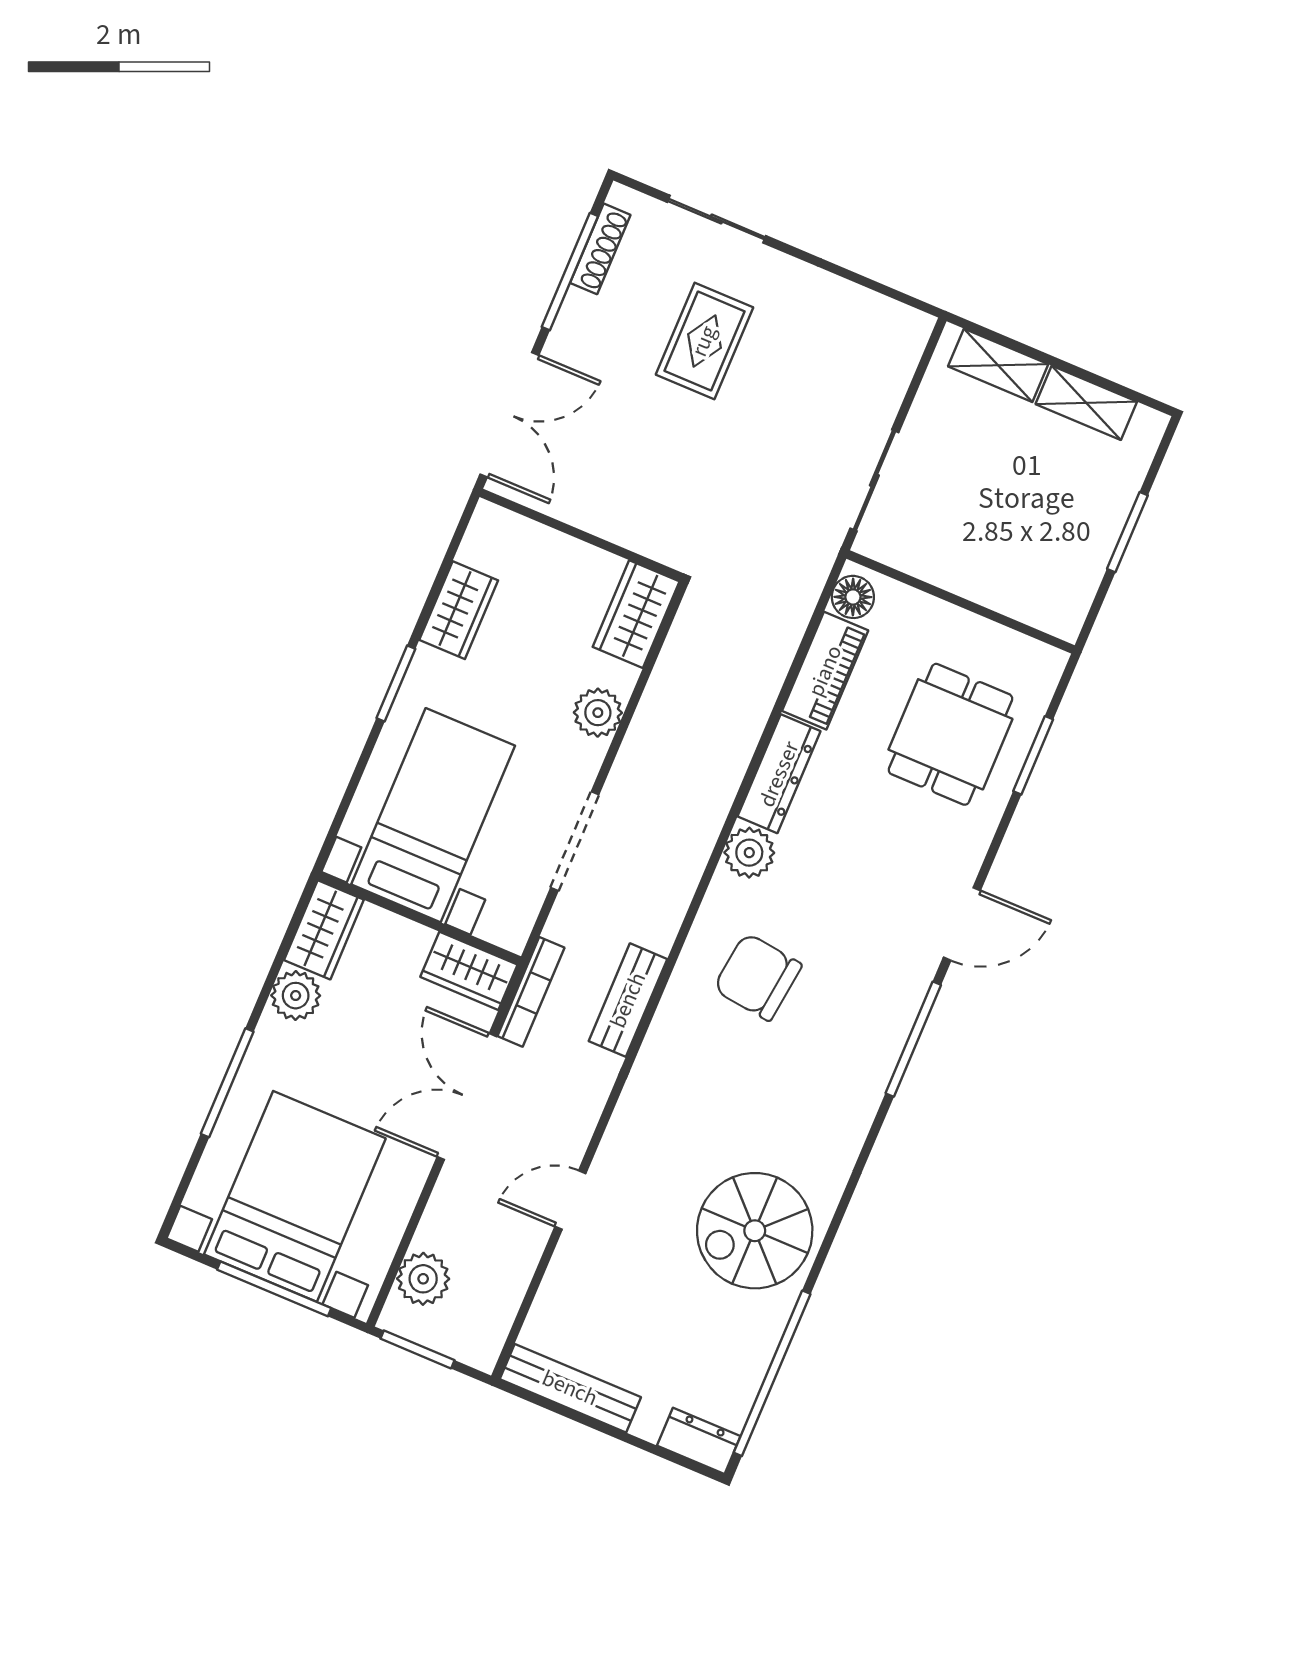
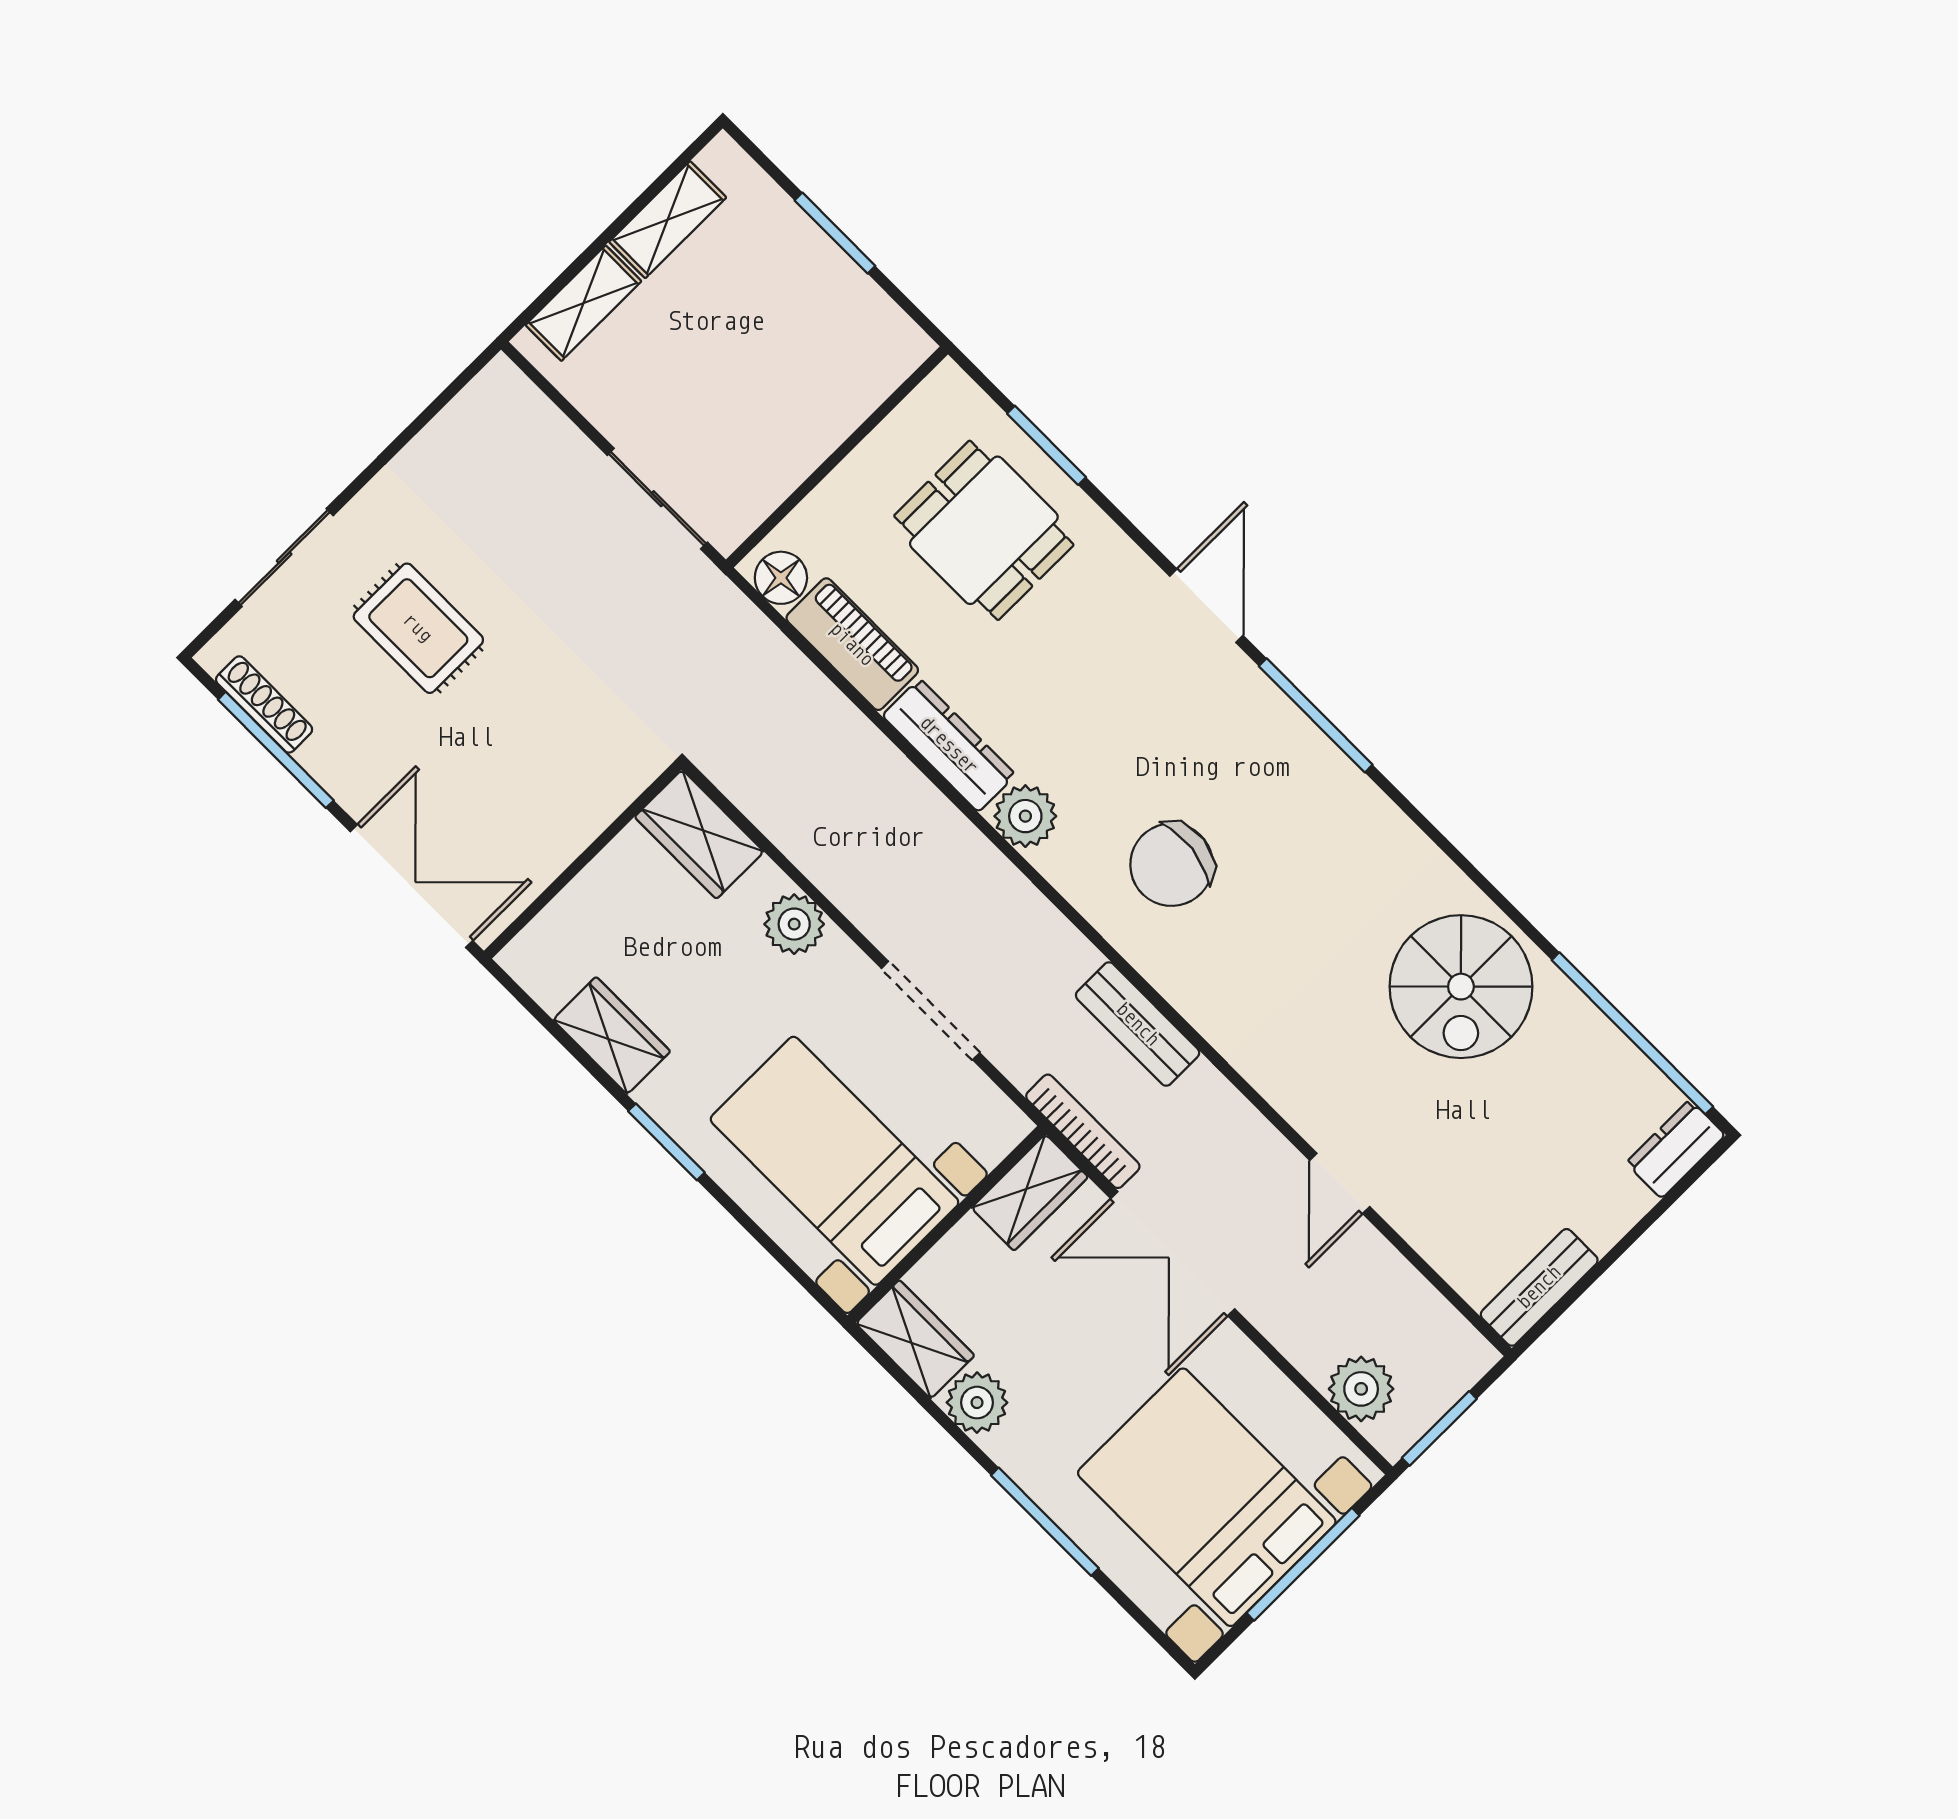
bench: (570, 1388) -> (1539, 1287), width x0.73

